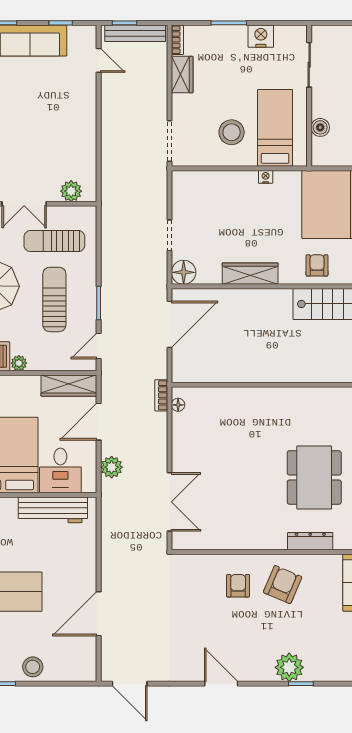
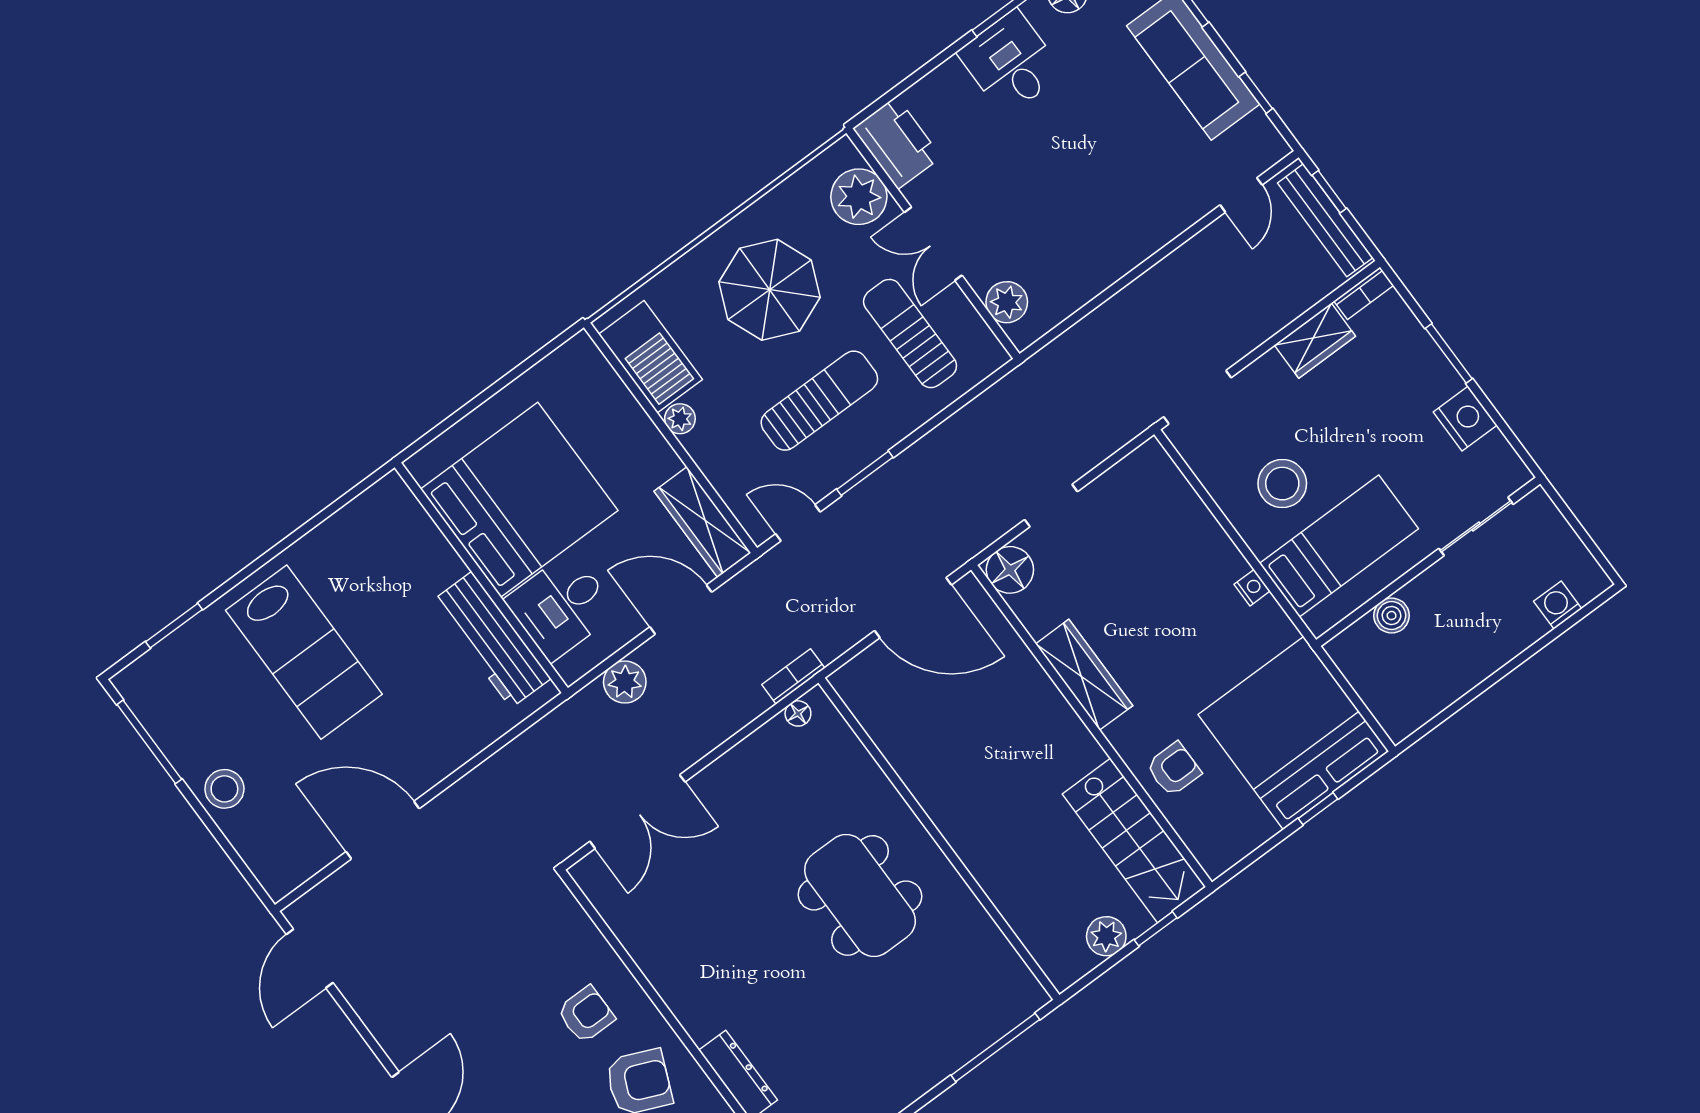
dining table: (314, 478) -> (860, 895), moved, turned 90

